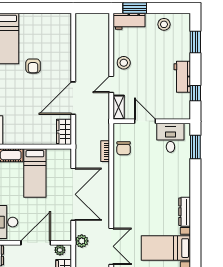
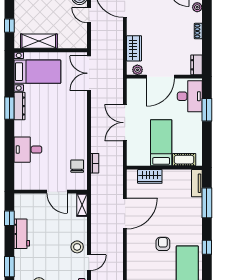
door: (111, 84) -> (89, 263), moved
wardrobe: (64, 132) -> (150, 176), moved, turned 90
desk: (170, 138) -> (28, 150), moved, turned 90
window: (195, 147) -> (9, 108), moved
double door: (73, 194) -> (125, 123), width x0.73
plant: (82, 241) -> (117, 78), removed

